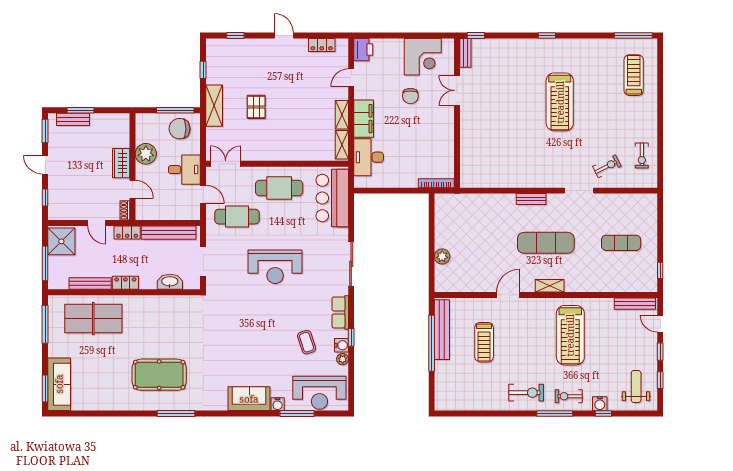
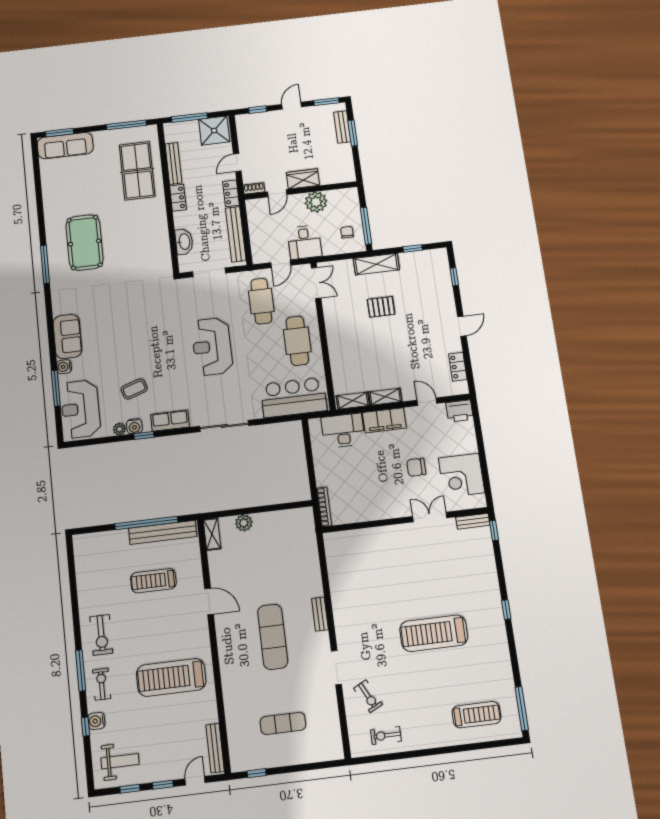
chair: (180, 129) -> (347, 232), width x0.54, depth x0.54
exercise mat: (621, 243) -> (283, 723), turned 90
shelving: (550, 286) -> (212, 534), moved

